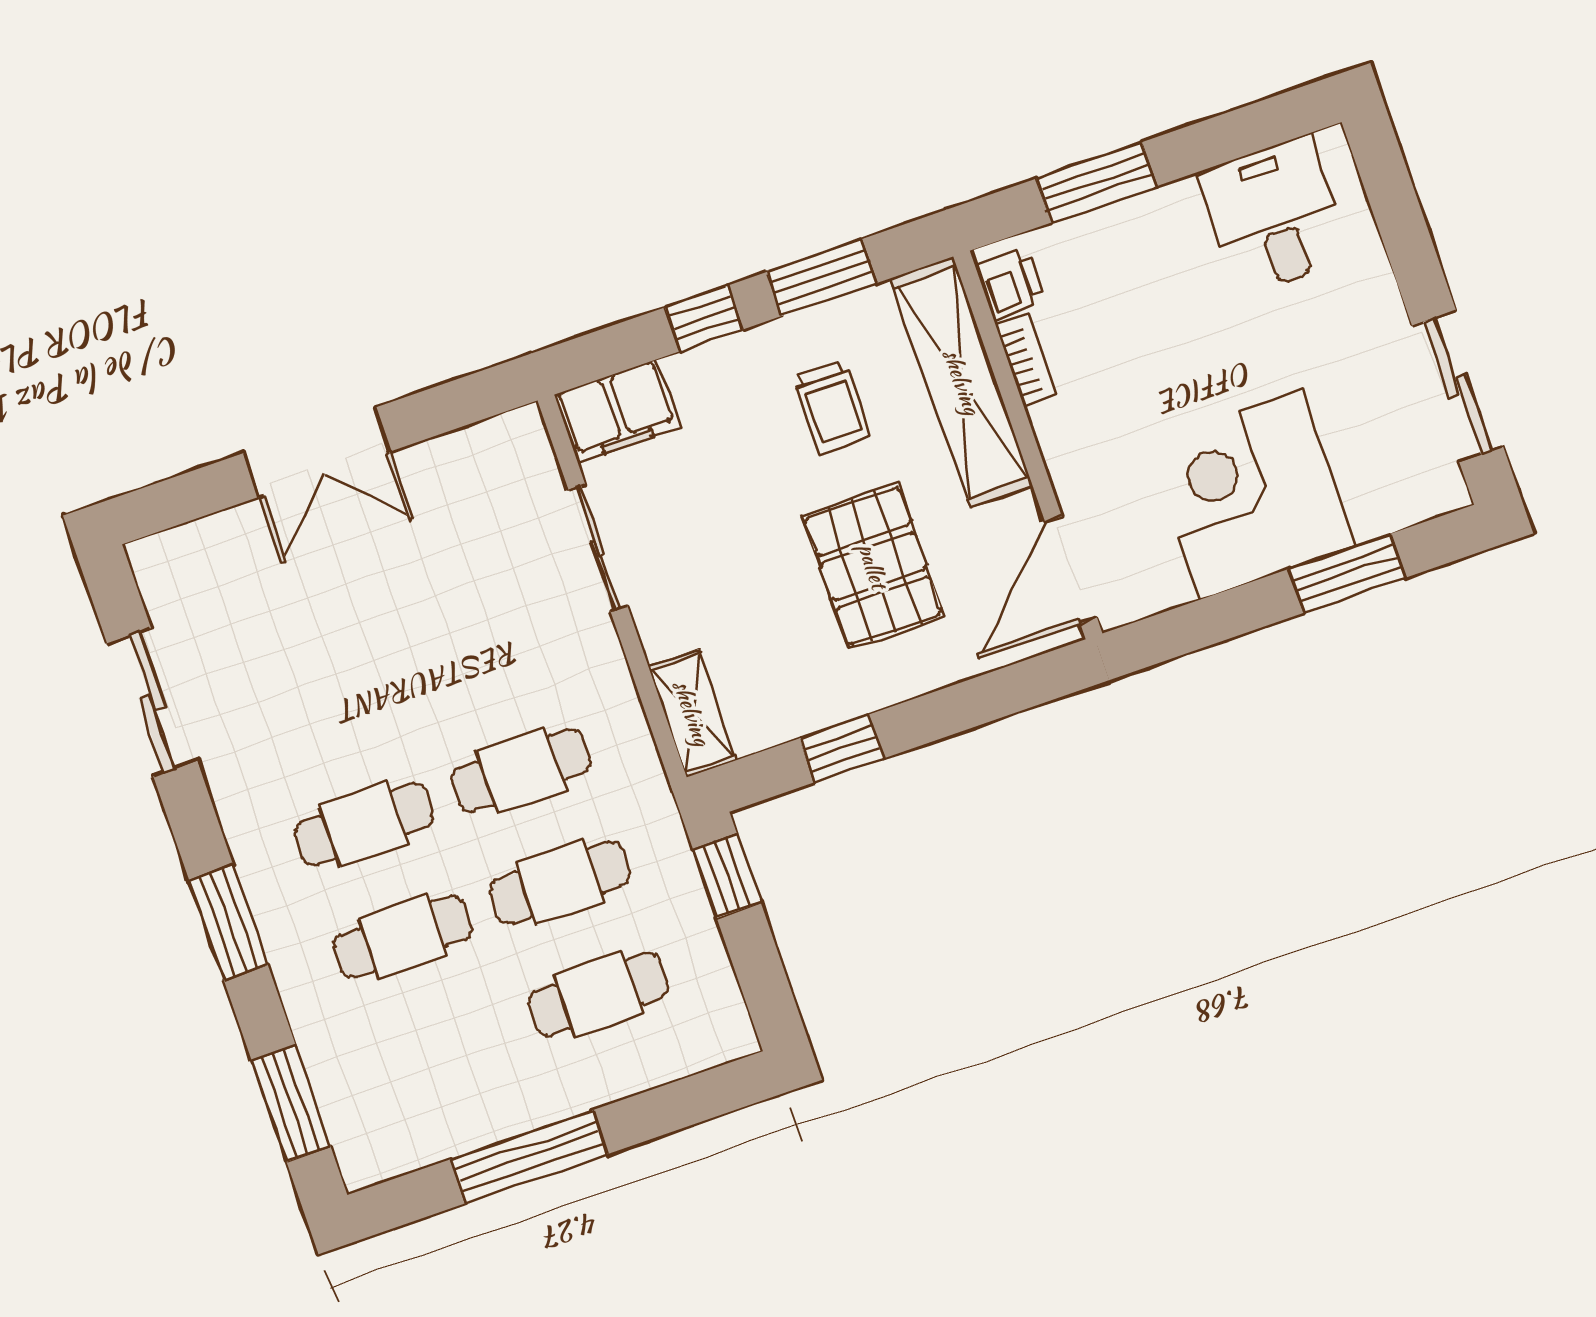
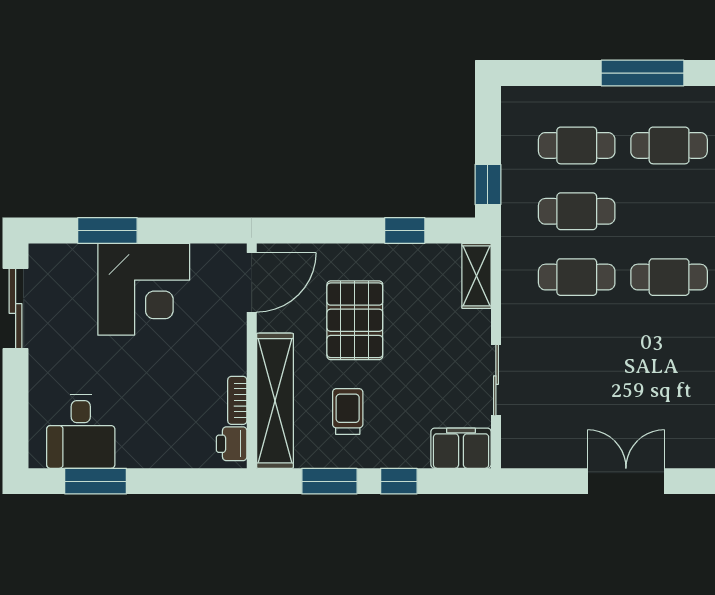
window: (1097, 182) -> (96, 481), moved
cafe table: (403, 937) -> (669, 145), moved

